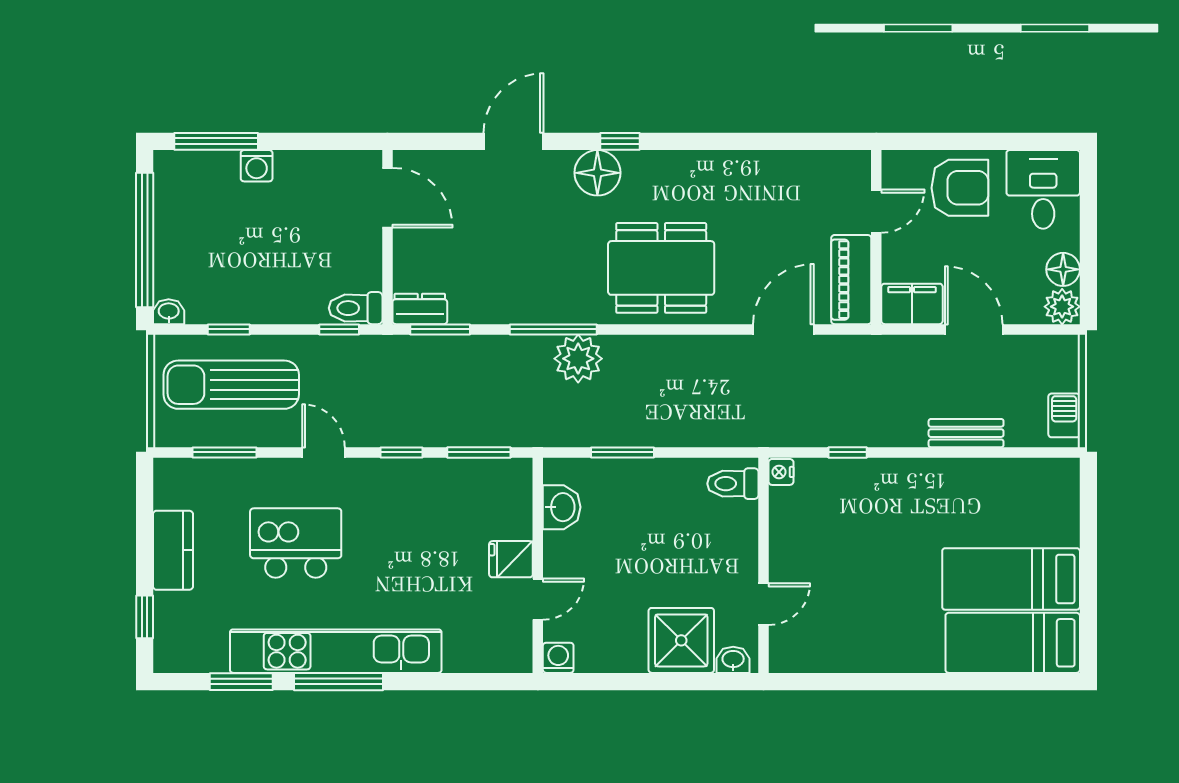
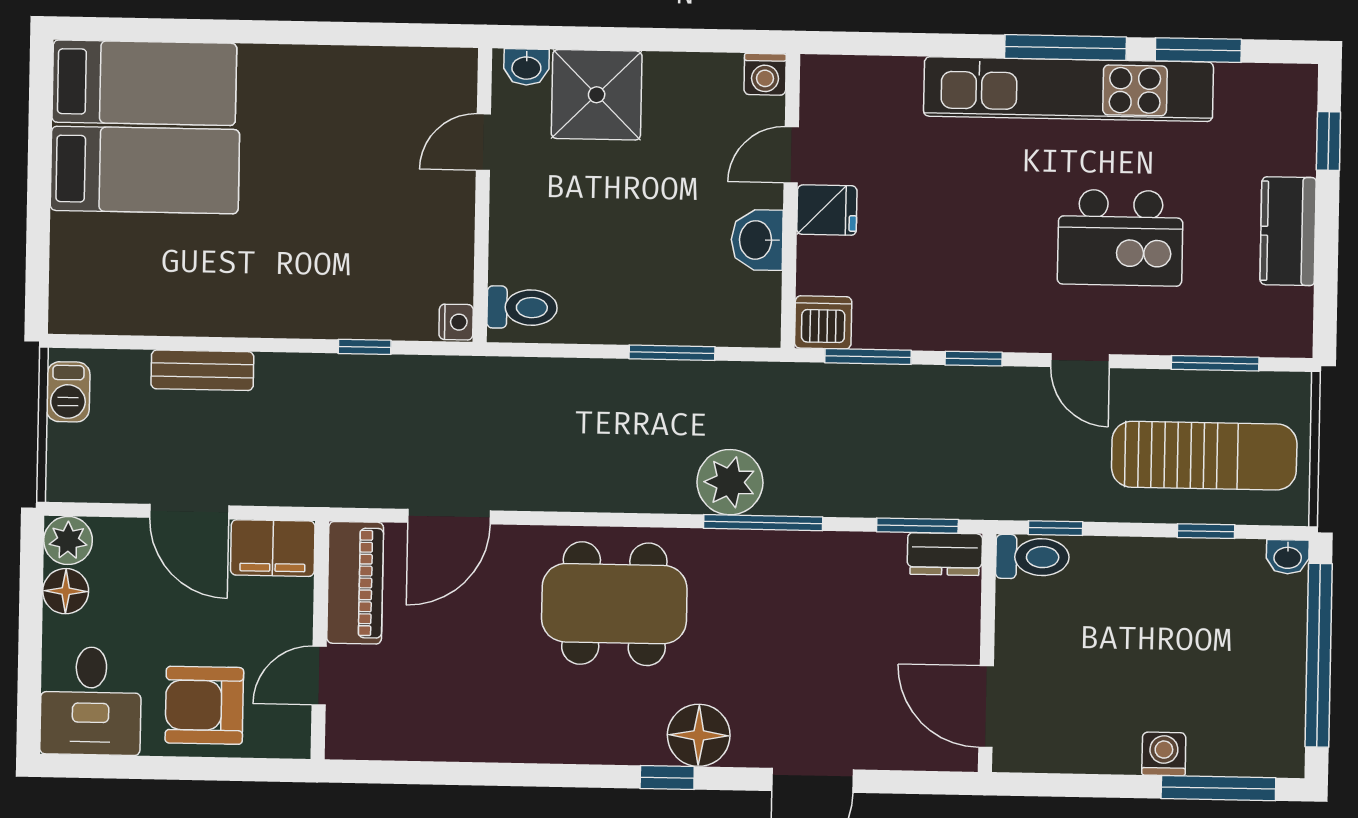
dishwasher: (512, 477) -> (823, 322), added
washbasin: (562, 507) -> (757, 240), moved

